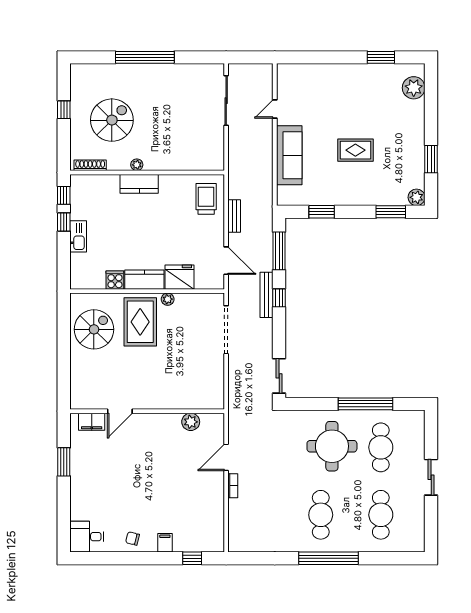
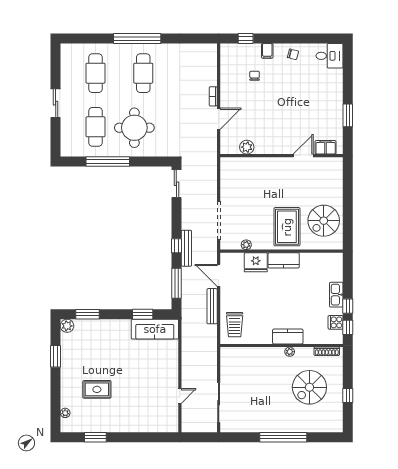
plant: (414, 88) -> (65, 413), width x0.53, depth x0.53
rug: (355, 150) -> (97, 389), moved
sofa: (289, 155) -> (155, 329), moved, turned -90
bench: (234, 216) -> (212, 306), width x1.36
cooker: (115, 280) -> (336, 322), moved, turned 90
plant: (168, 299) -> (246, 245), moved
chair: (181, 512) -> (255, 76), added

